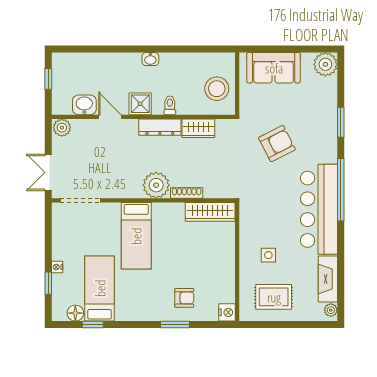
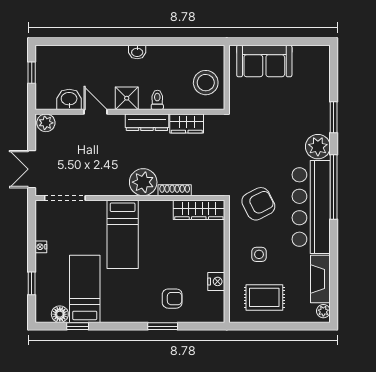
plant: (325, 64) -> (318, 147), moved
armchair: (277, 144) -> (258, 204), moved
nightstand: (57, 267) -> (41, 247), moved
nightstand: (227, 312) -> (216, 281), moved

